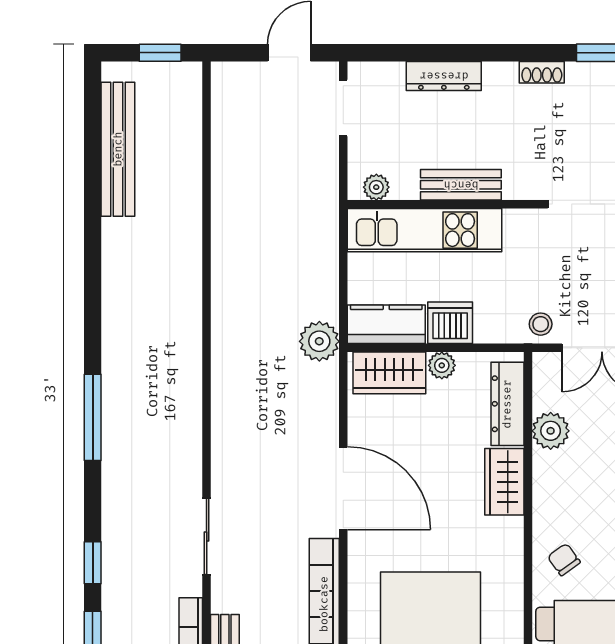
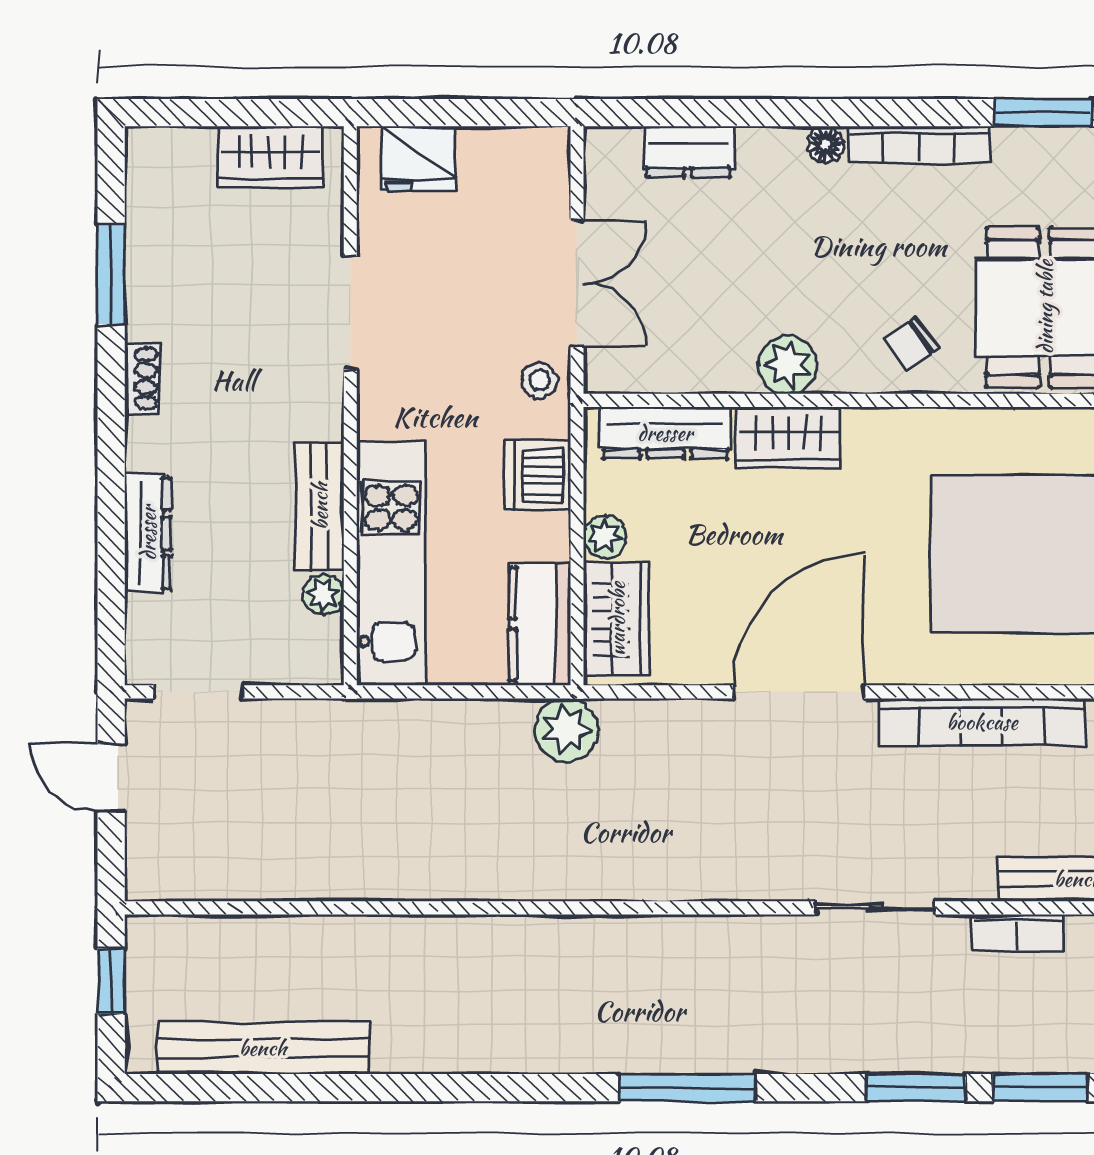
plant: (376, 187) -> (323, 595), moved
dishwasher: (450, 323) -> (538, 476), moved
plant: (551, 431) -> (788, 365), moved
window: (93, 563) -> (916, 1088), width x1.50

